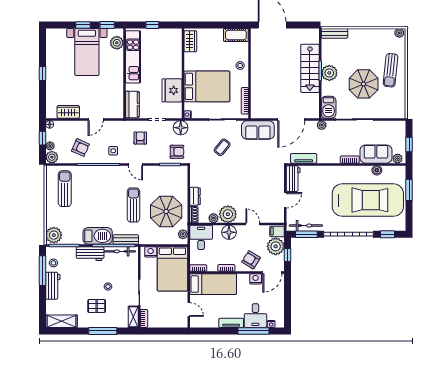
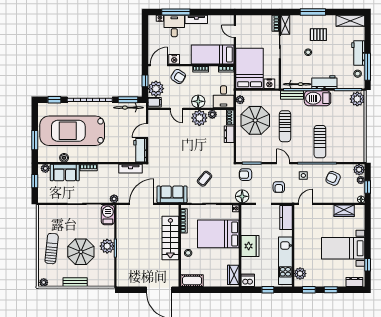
dresser: (57, 33) -> (354, 282), added
bench: (335, 33) -> (75, 282), moved
dishwasher: (175, 35) -> (248, 280), added
bed with nightstands: (87, 52) -> (343, 248), moved, turned -90
stairs: (310, 68) -> (170, 238), moved, turned 180
window: (42, 73) -> (368, 265), moved
parasol: (364, 84) -> (81, 252), moved
fridge: (172, 90) -> (250, 246), moved
door: (96, 119) -> (305, 204), moved
sun lounger: (65, 189) -> (320, 142), moved

